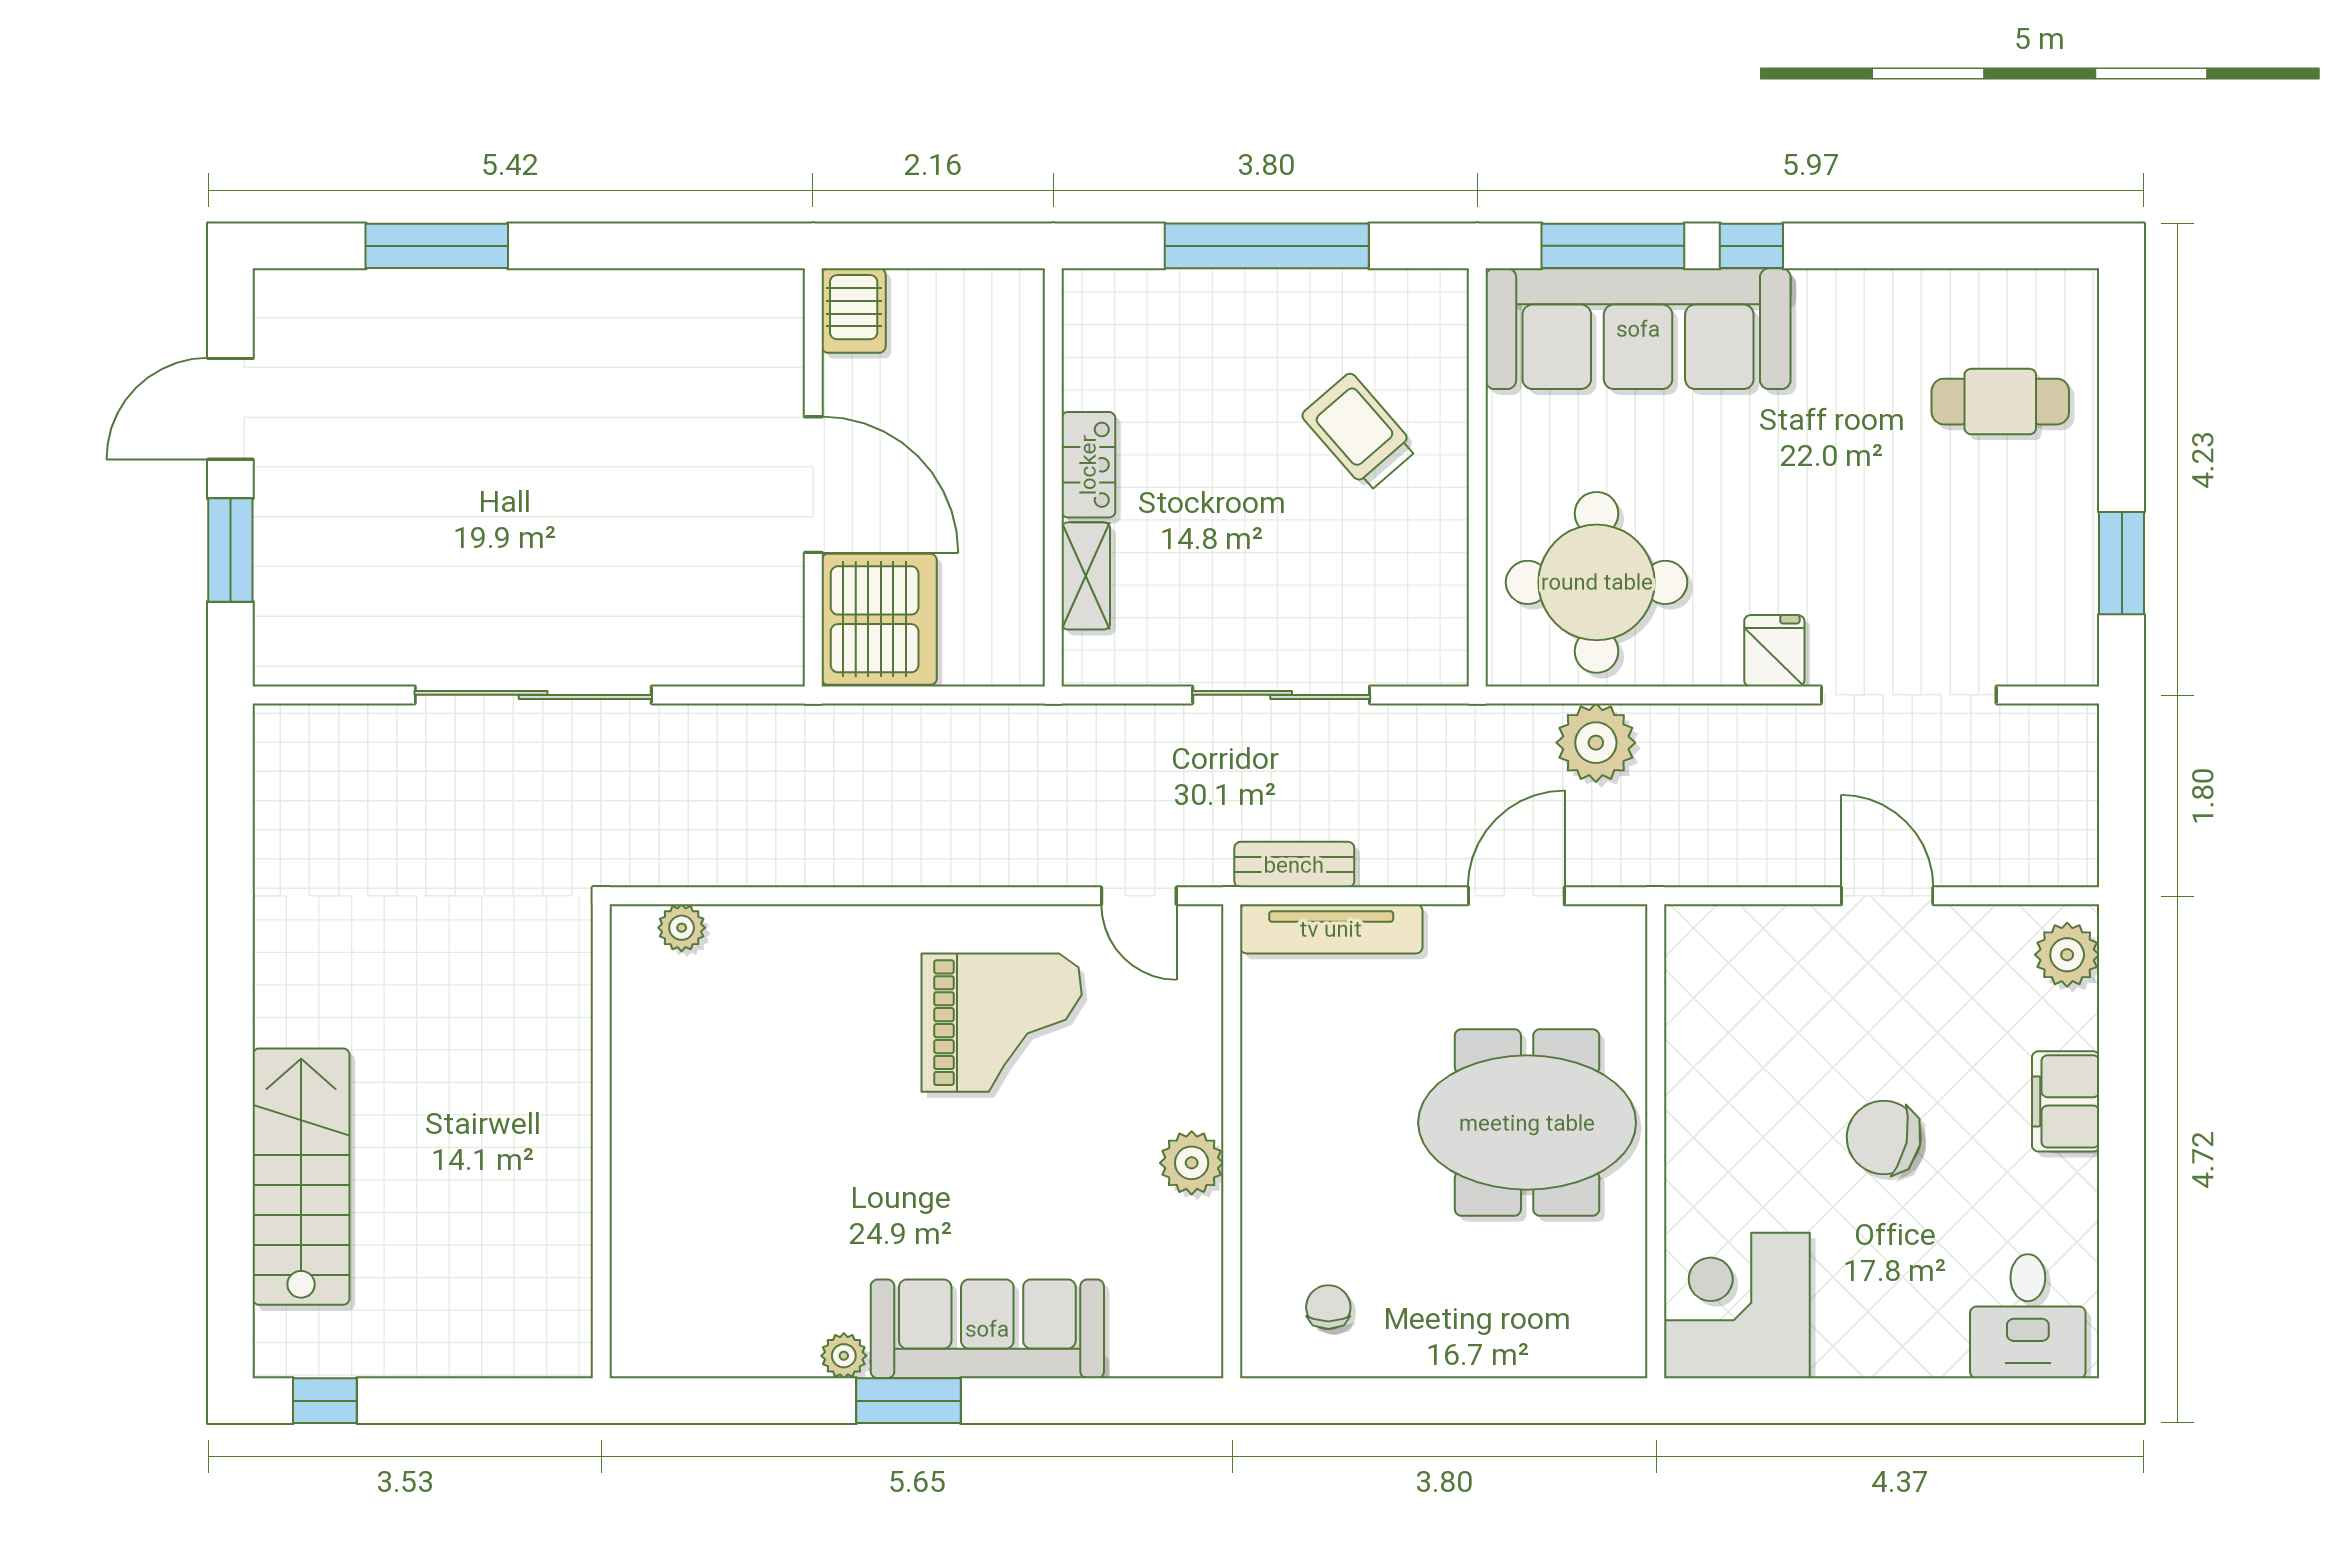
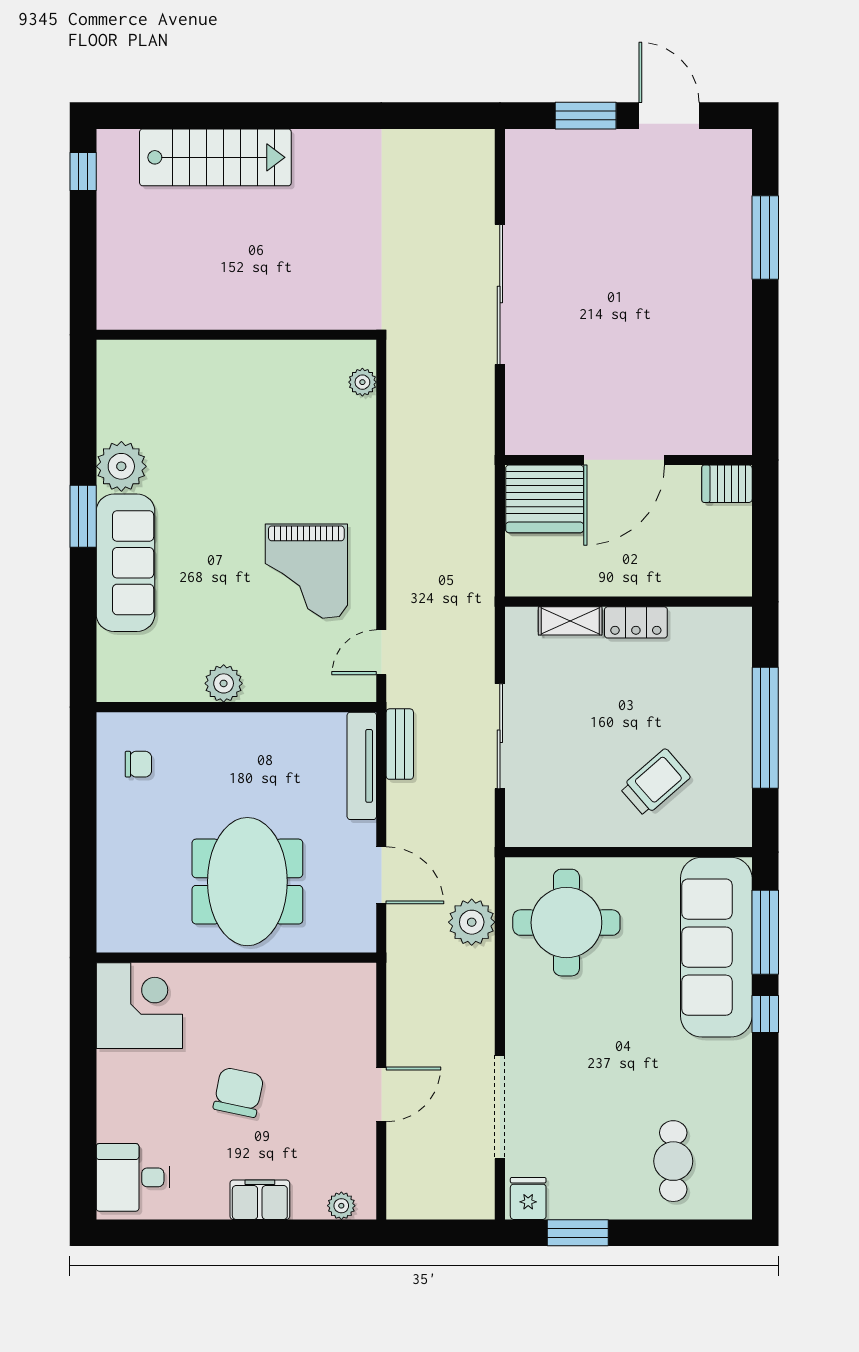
fridge: (1774, 651) -> (528, 1198), moved, turned -90
plant: (2067, 955) -> (341, 1206), width x0.73, depth x0.73
plant: (844, 1356) -> (121, 466), width x1.87, depth x1.87

